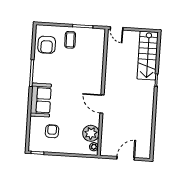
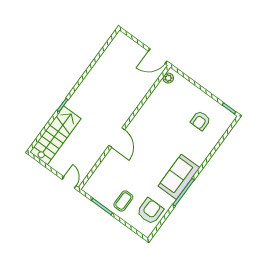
sofa: (41, 100) -> (179, 177), moved
door: (102, 104) -> (117, 138), moved
plant: (91, 133) -> (163, 94), removed
door: (126, 158) -> (158, 56), moved

